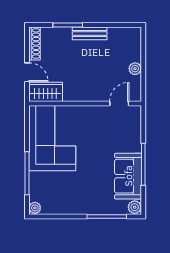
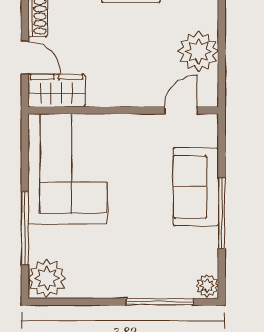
plant: (135, 69) -> (198, 51), width x1.88, depth x1.88
sofa: (128, 176) -> (196, 187), moved
plant: (35, 208) -> (47, 278), width x1.87, depth x1.87

